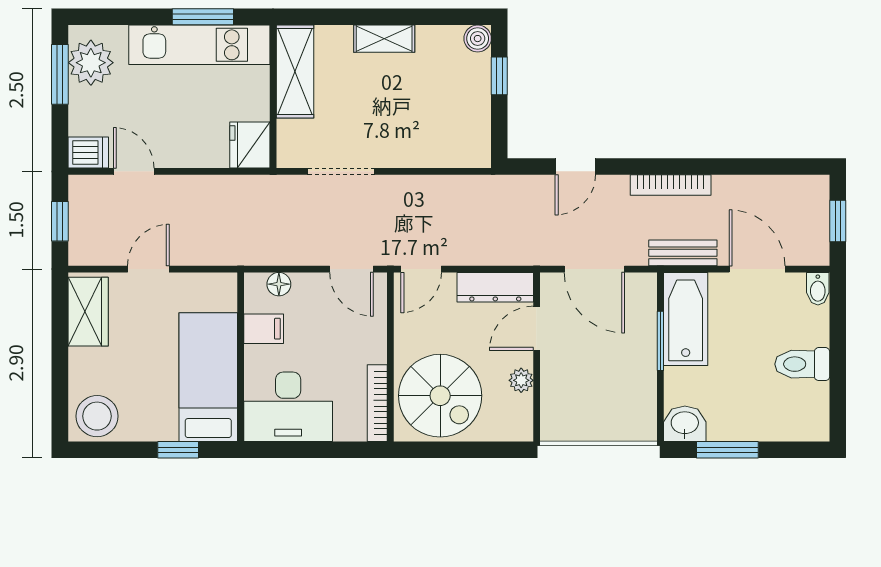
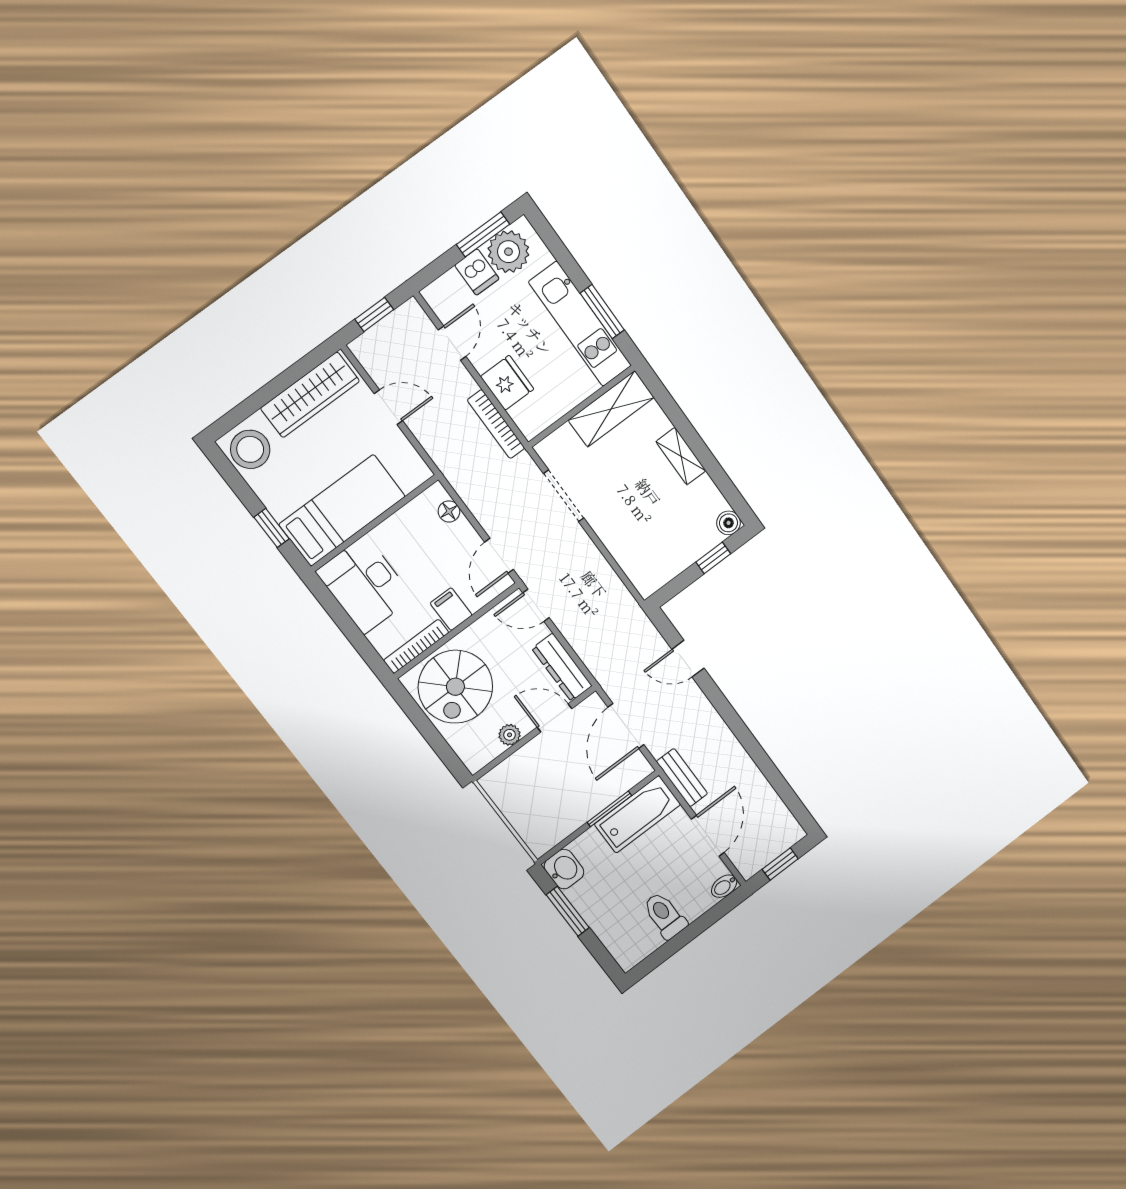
fridge: (250, 145) -> (507, 383), moved, turned 90
dishwasher: (88, 153) -> (477, 272), moved
bookcase: (671, 185) -> (496, 424), moved
wardrobe: (88, 312) -> (310, 395), width x1.50
filing cabinet: (264, 329) -> (451, 609), moved, turned 180

